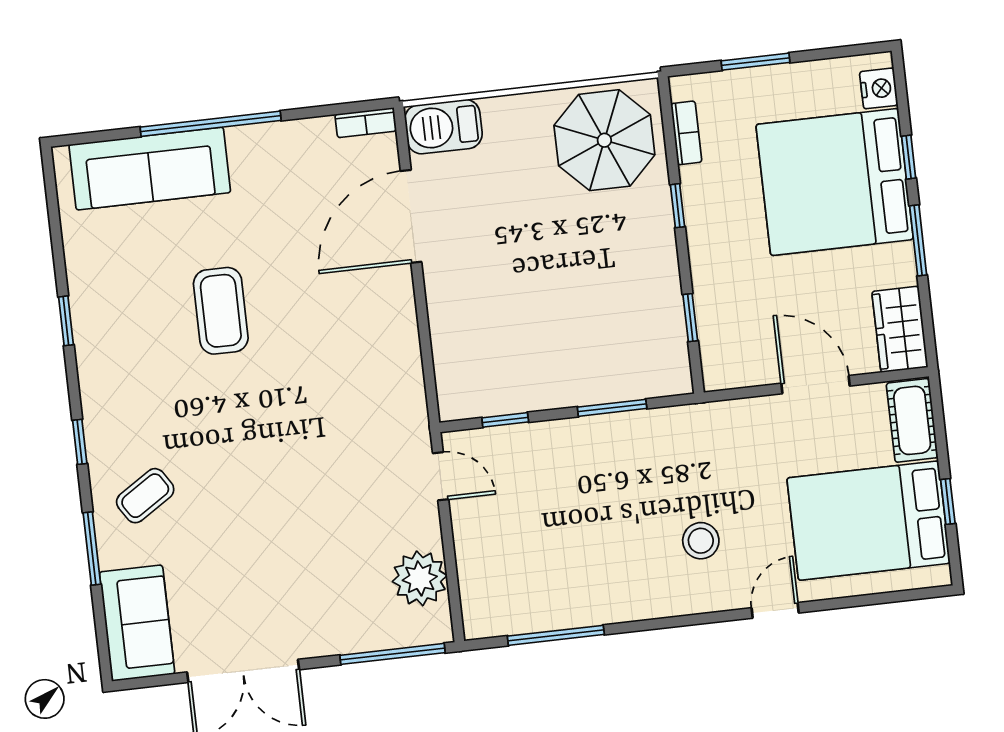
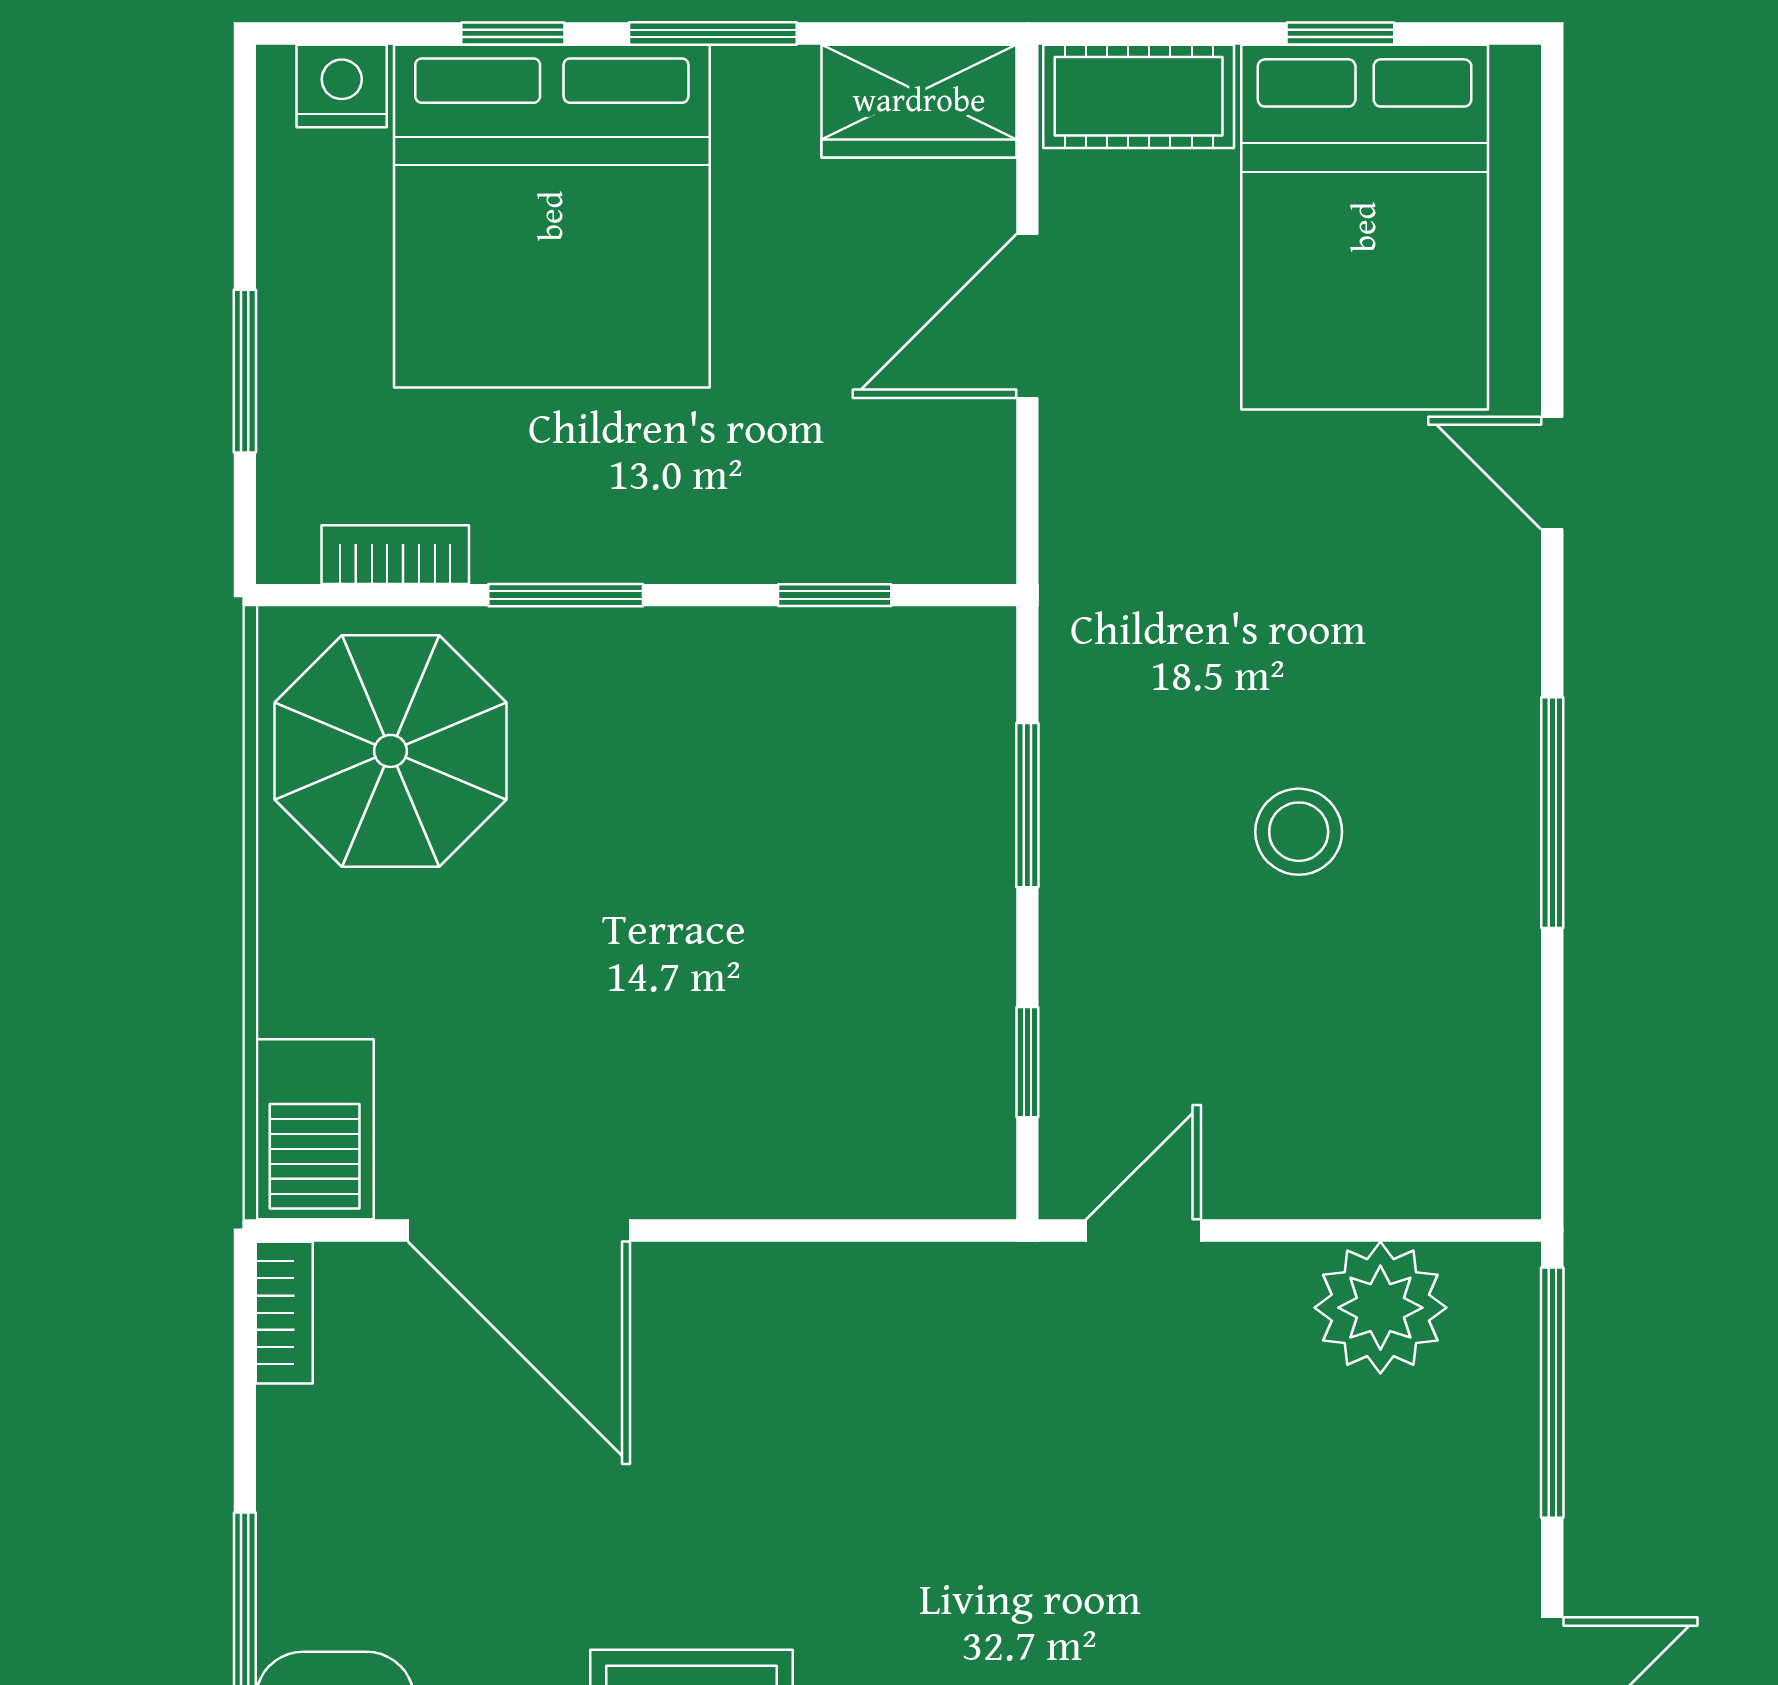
window: (678, 206) -> (566, 595), width x1.50
stool: (701, 541) -> (1299, 832), moved
window: (556, 635) -> (1552, 813), moved

